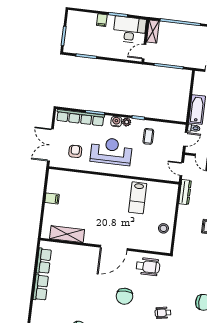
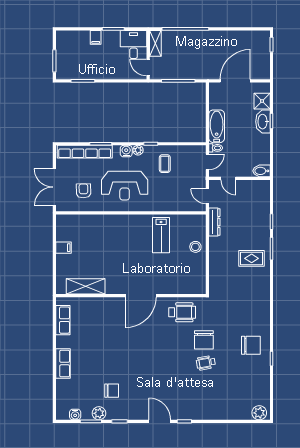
desk: (130, 30) -> (134, 45), width x0.73
door: (144, 52) -> (148, 68), hinge flipped
reception desk: (111, 151) -> (125, 186), turned 180
stool: (163, 228) -> (195, 247), moved
row of seats: (41, 287) -> (63, 364), moved
chair: (124, 296) -> (204, 340), moved

